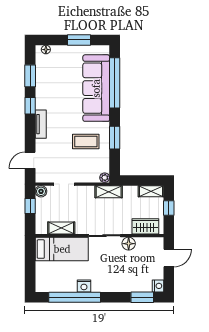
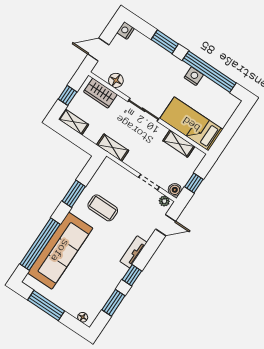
window: (79, 40) -> (46, 306), width x1.44
plant: (105, 178) -> (164, 201), moved
floor lamp: (129, 244) -> (116, 80), moved
window: (142, 297) -> (165, 42), moved

